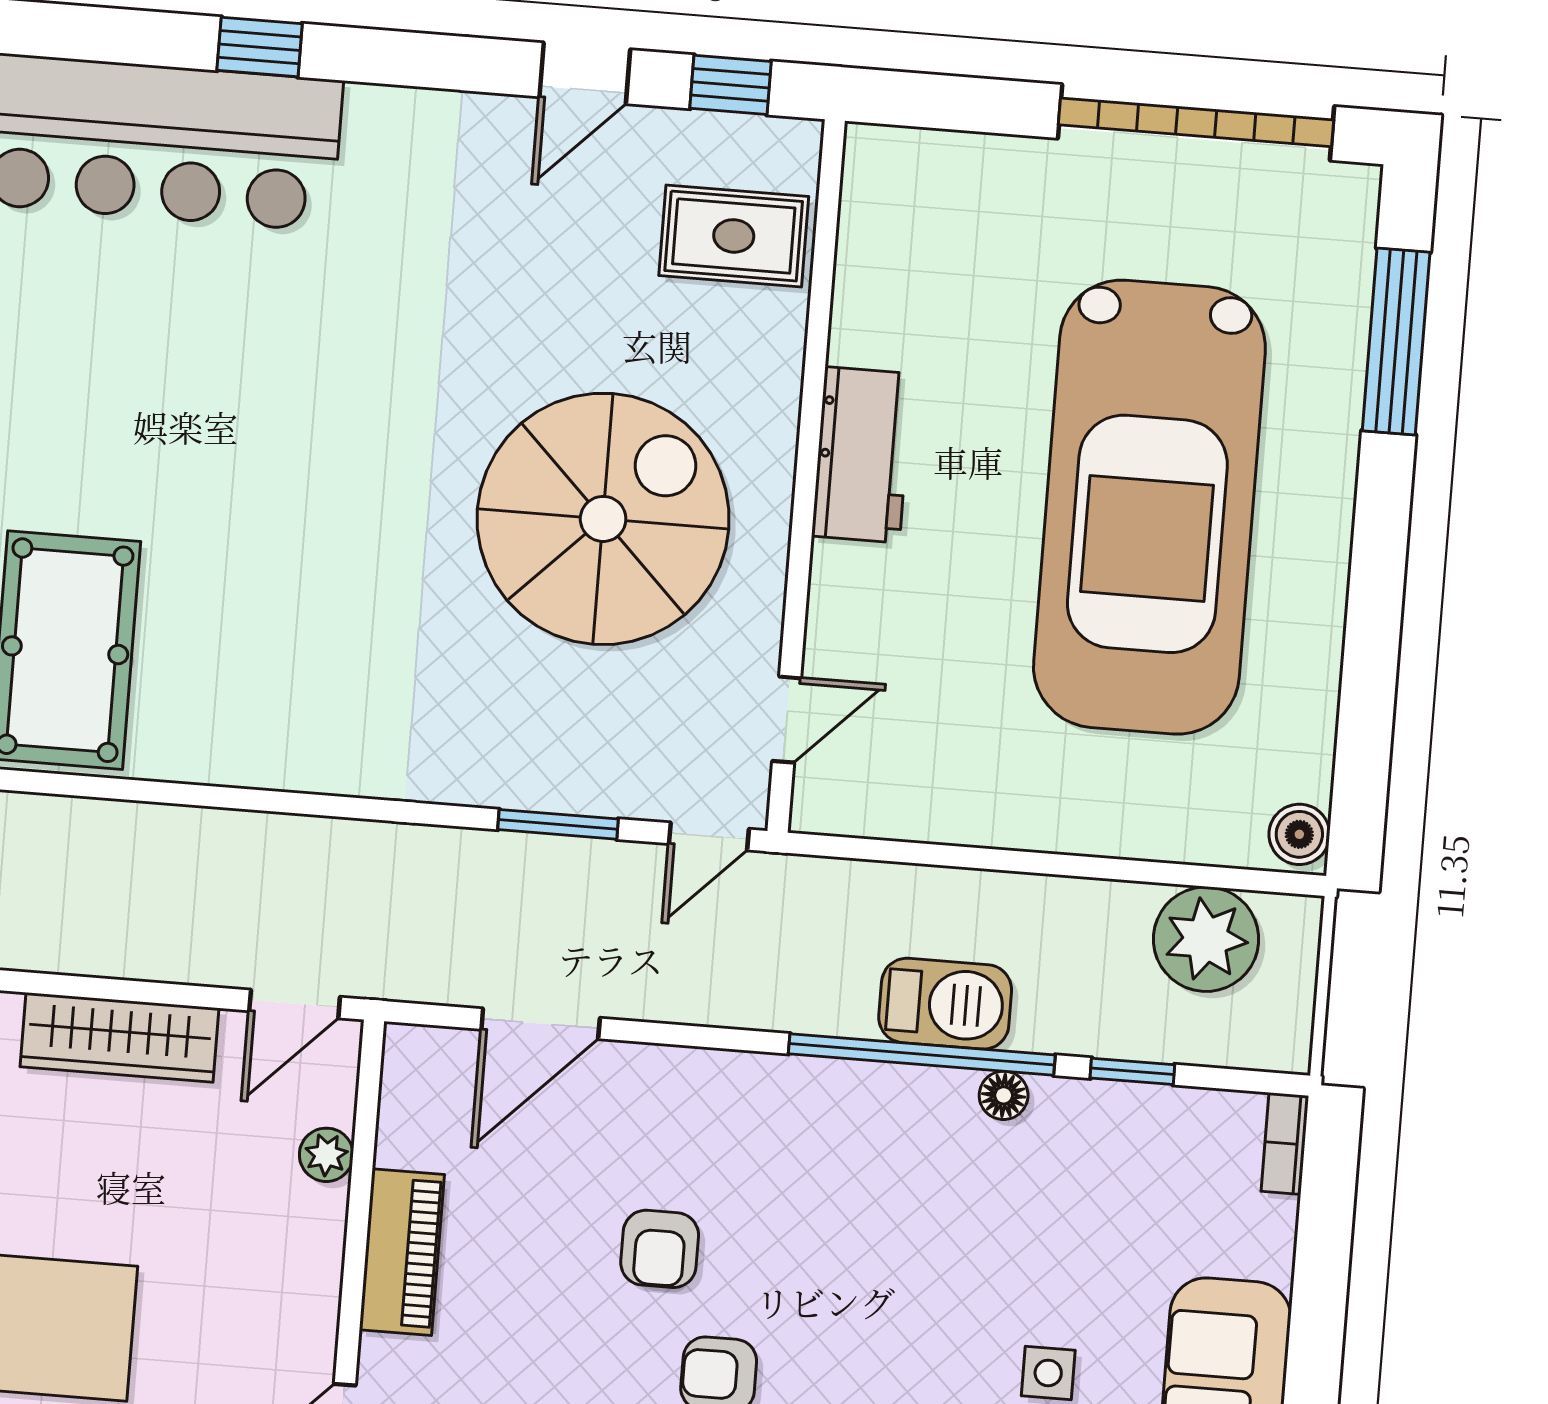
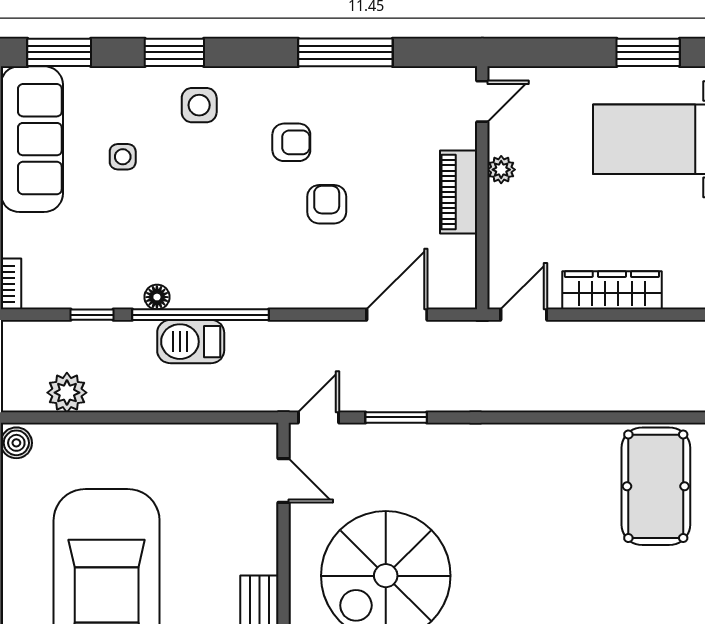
door: (787, 720) -> (284, 480), swing flipped
plant: (1206, 939) -> (67, 393), width x0.73, depth x0.73
plant: (326, 1155) -> (501, 170), moved

